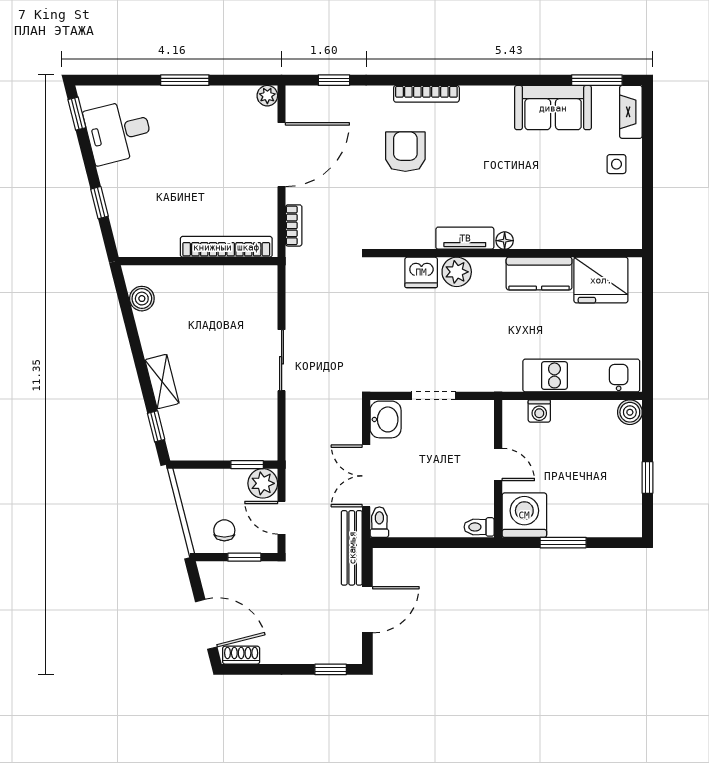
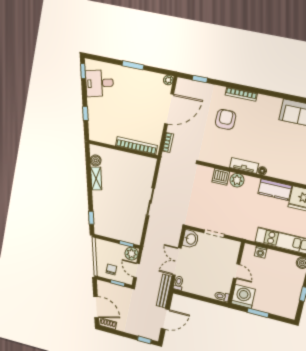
shelving: (162, 382) -> (96, 179), moved

